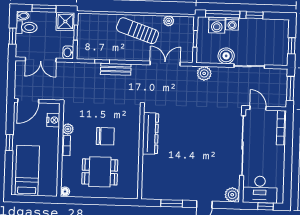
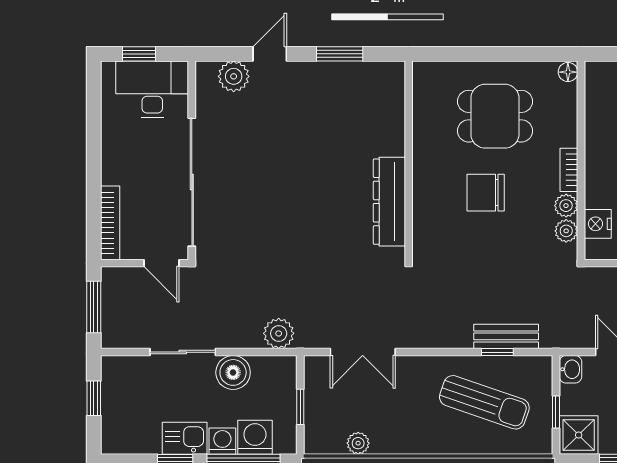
kitchen sink: (250, 26) -> (185, 438), added
sun lounger: (137, 31) -> (484, 402), moved
bench: (116, 69) -> (506, 336), moved
plant: (68, 117) -> (566, 231), added
plant: (232, 195) -> (234, 76), moved

